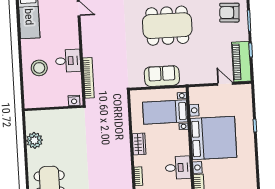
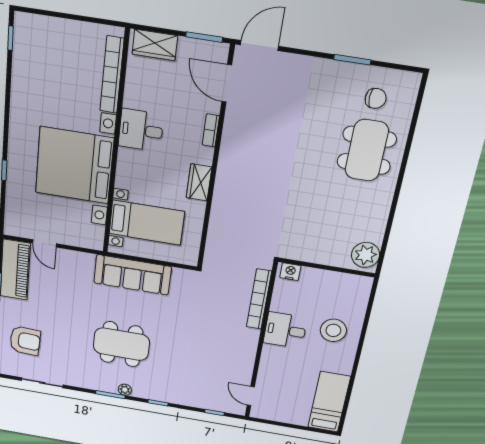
dining table: (167, 26) -> (121, 344), width x0.73, depth x0.80
sofa: (162, 76) -> (132, 275), width x1.36
plant: (34, 140) -> (366, 255), moved

